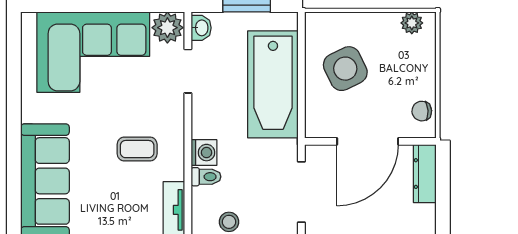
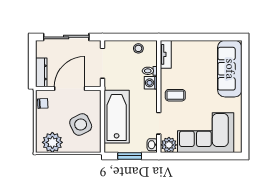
plant: (412, 23) -> (52, 142), width x1.87, depth x1.87
coffee table: (137, 149) -> (175, 95), moved

